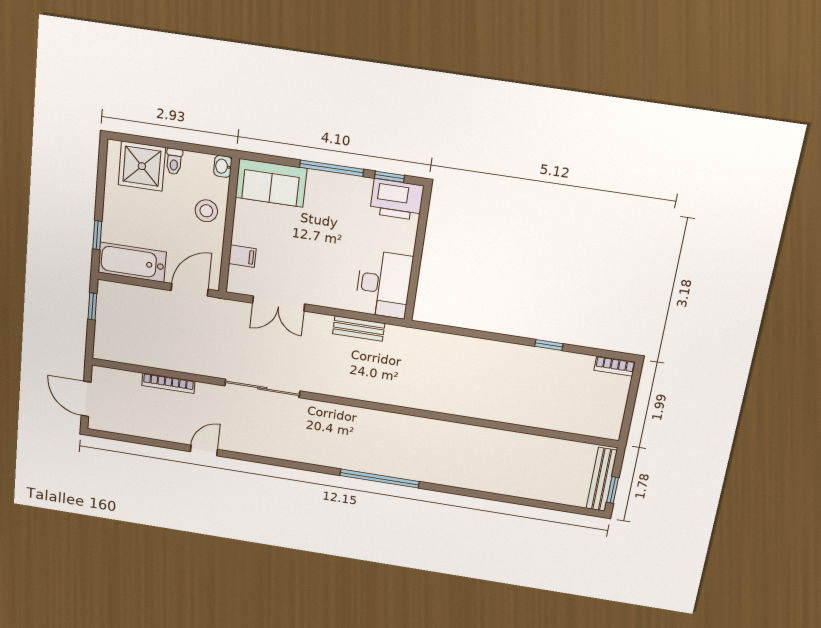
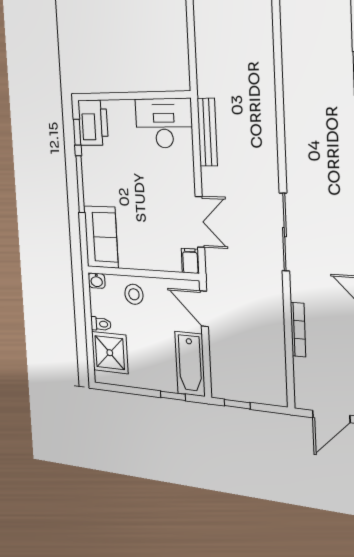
filing cabinet: (242, 256) -> (190, 261), moved
bench: (359, 328) -> (207, 132), width x1.36

